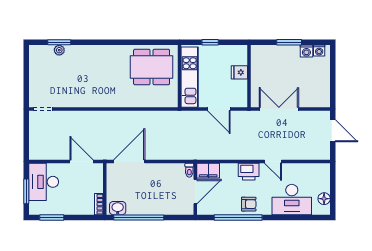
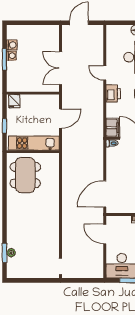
washing machine: (319, 50) -> (11, 56), moved
fridge: (239, 72) -> (14, 101), moved
door: (81, 161) -> (105, 234), hinge flipped
door: (129, 161) -> (105, 194), hinge flipped
door: (273, 161) -> (105, 73), swing flipped

